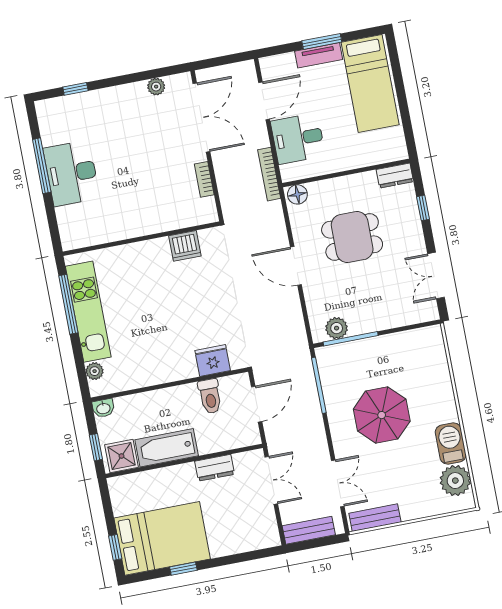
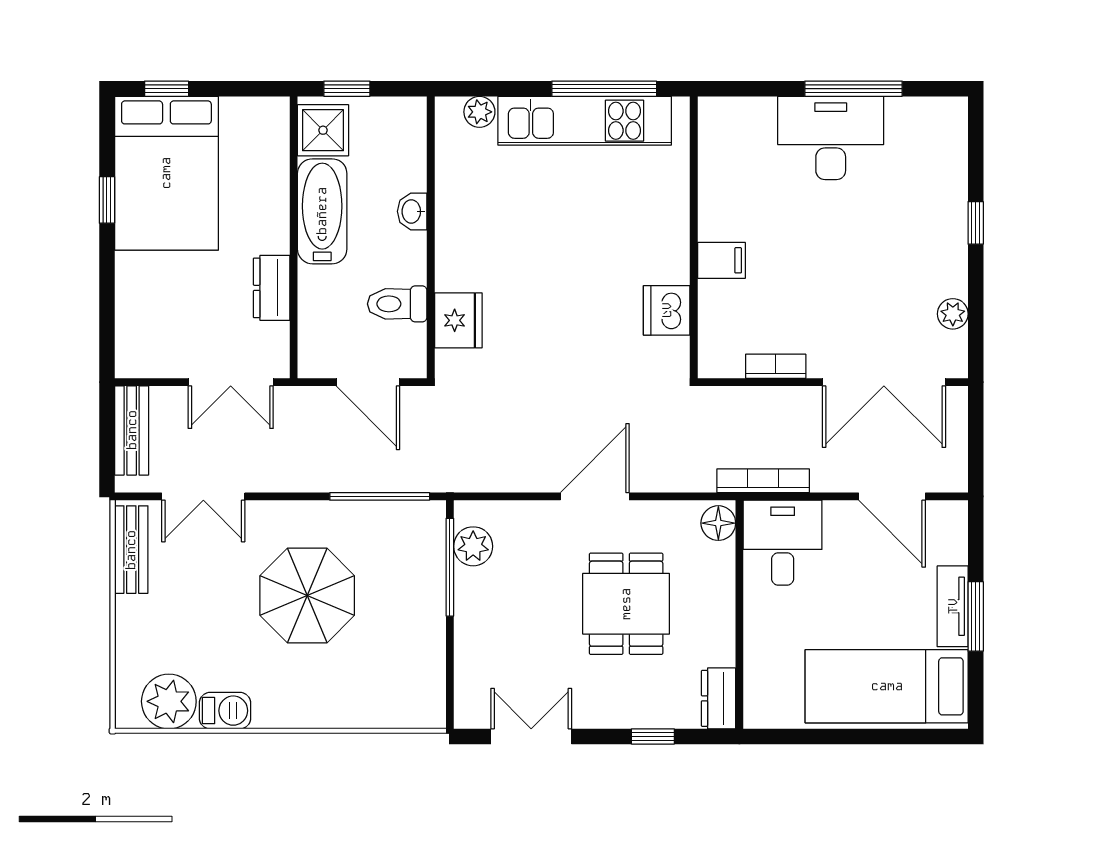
window: (75, 89) -> (976, 223), moved
desk: (298, 138) -> (783, 543), moved
filing cabinet: (151, 221) -> (721, 260), added
washbasin: (103, 408) -> (412, 211), moved
barbecue: (451, 444) -> (225, 711), width x0.73, depth x0.79

